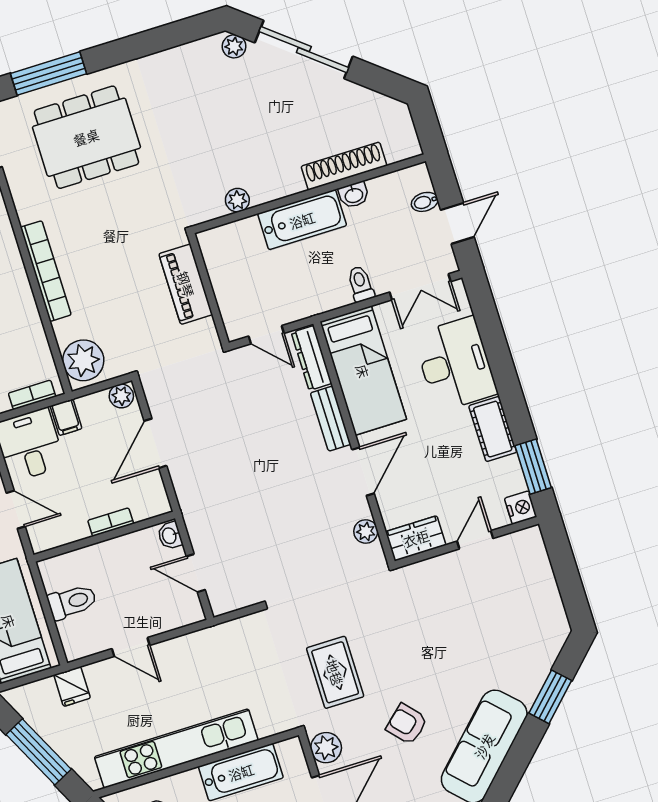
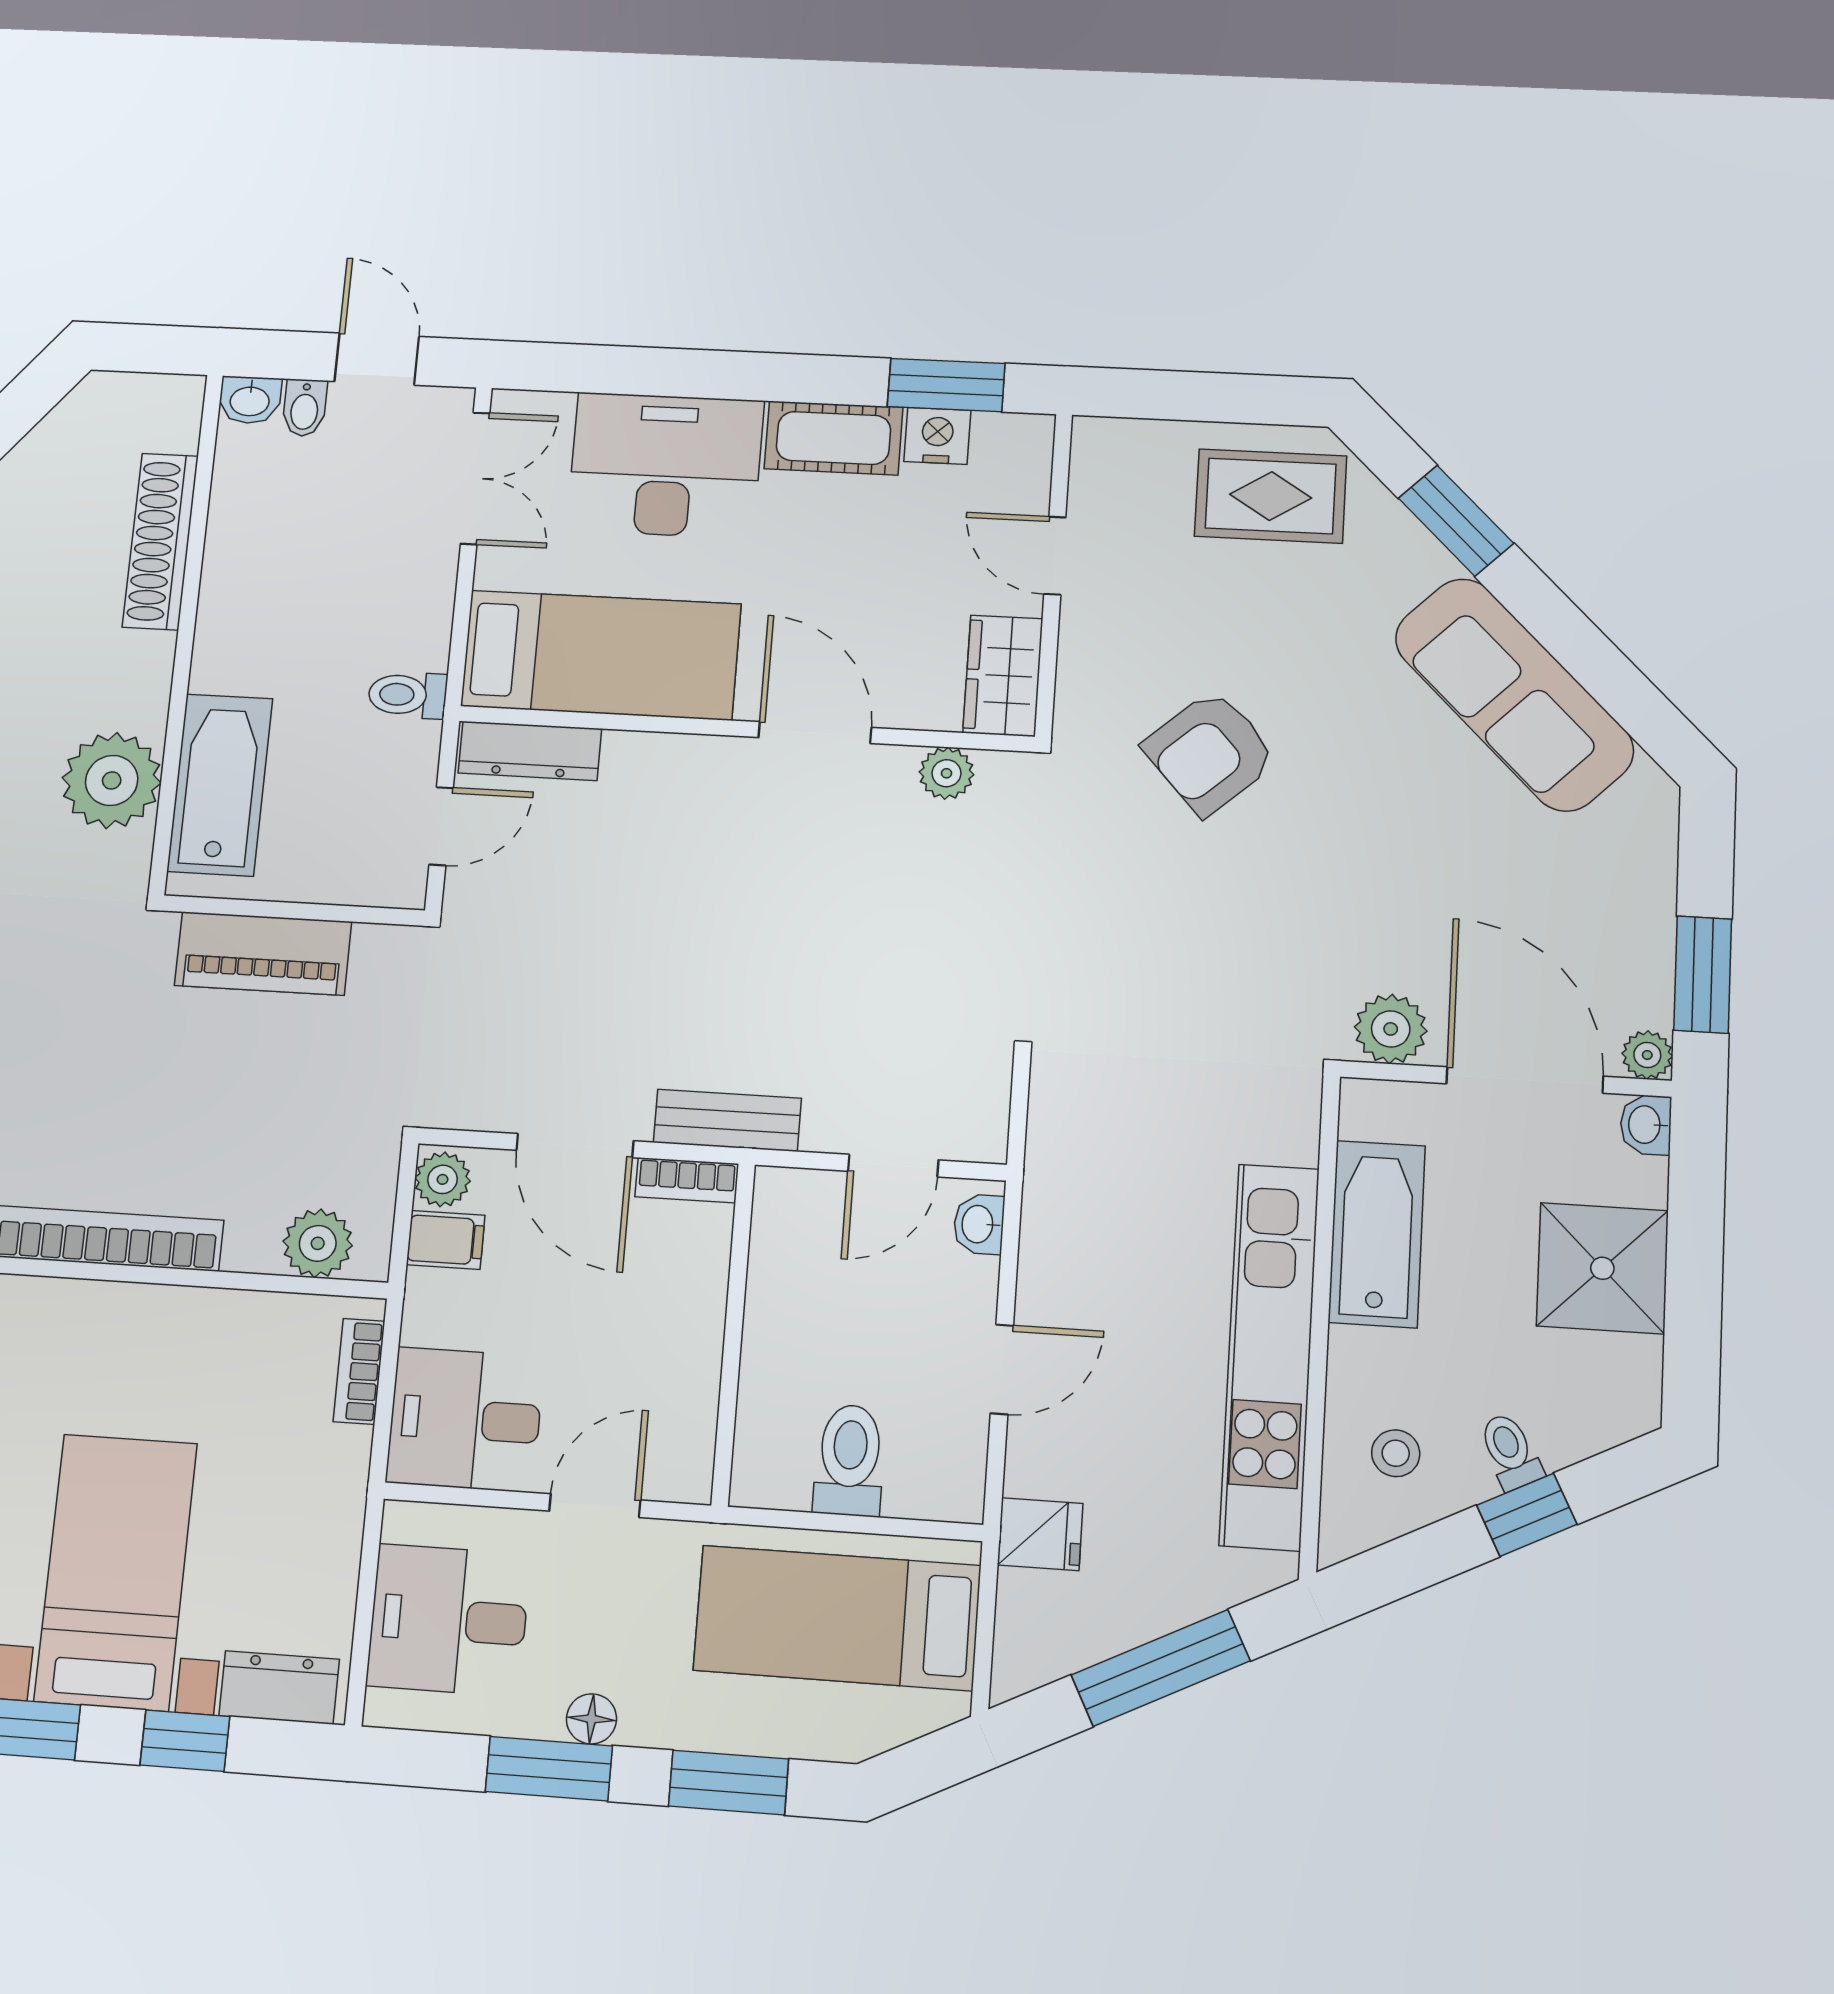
washbasin: (354, 195) -> (250, 400), moved, turned 90
plant: (237, 200) -> (112, 780), width x1.88, depth x1.88
bathtub: (302, 220) -> (220, 785), moved
toilet: (361, 284) -> (408, 695), moved
plant: (83, 360) -> (318, 1243), width x0.73, depth x0.73
filing cabinet: (66, 417) -> (446, 1240), moved
bench: (331, 419) -> (727, 1120), moved
nightstand: (521, 508) -> (937, 436), moved
bookcase: (111, 522) -> (687, 1180), moved, turned -90
washbasin: (170, 536) -> (979, 1224), moved, turned 90
rug: (335, 672) -> (1271, 496), moved
armchair: (407, 724) -> (1210, 753), moved, width x1.38, depth x1.38

